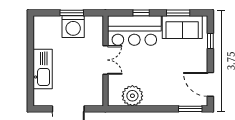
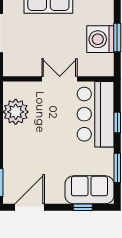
sofa: (182, 27) -> (89, 190), moved, turned 90
double door: (105, 60) -> (60, 79), swing flipped

